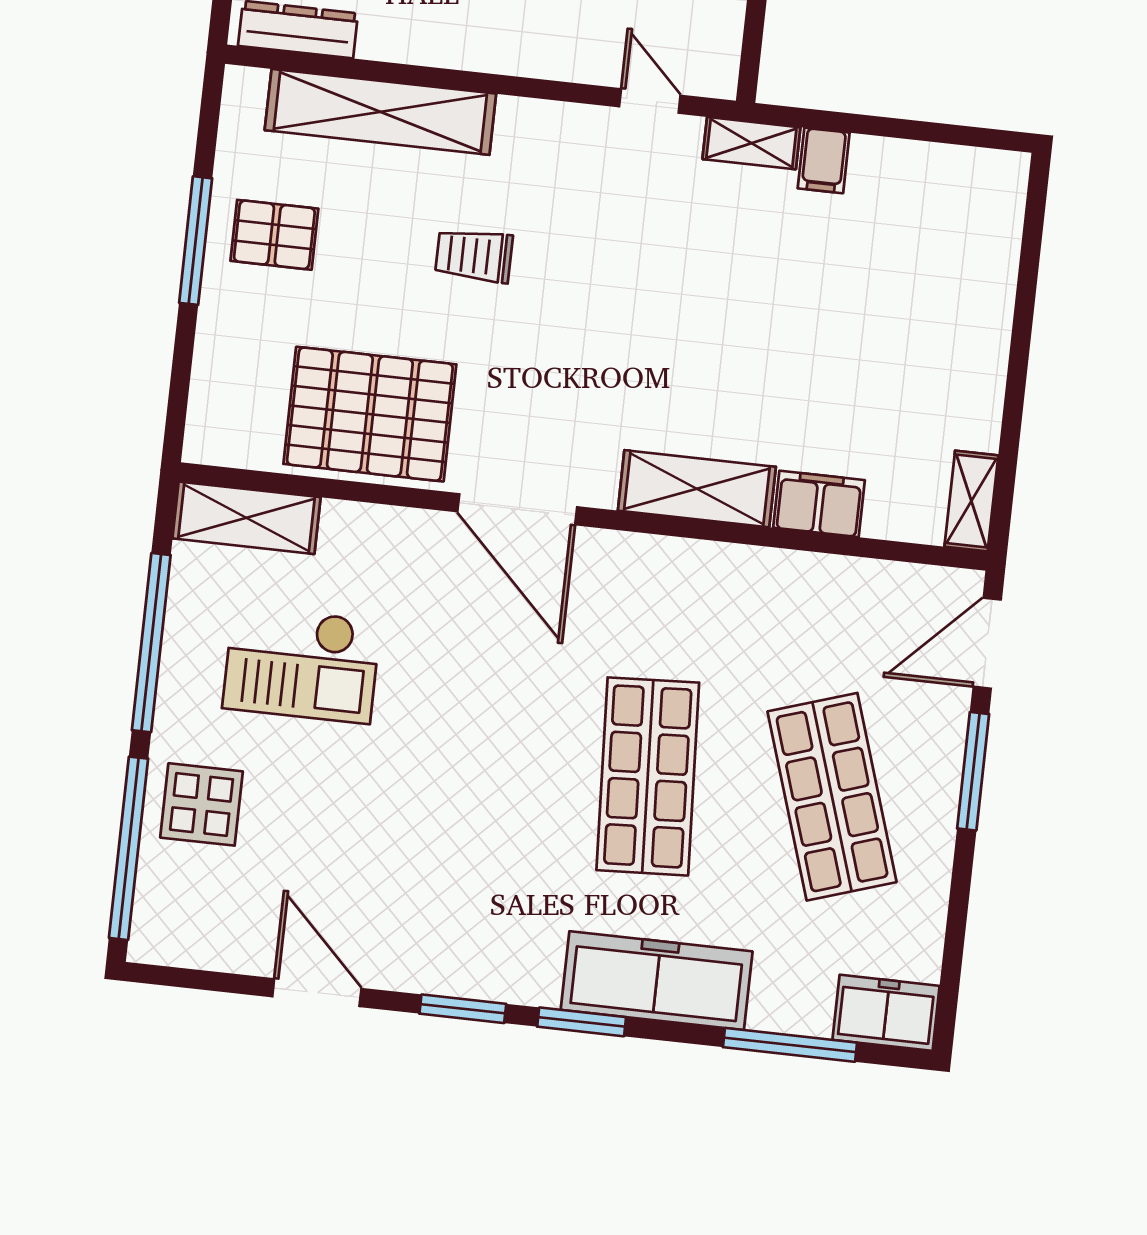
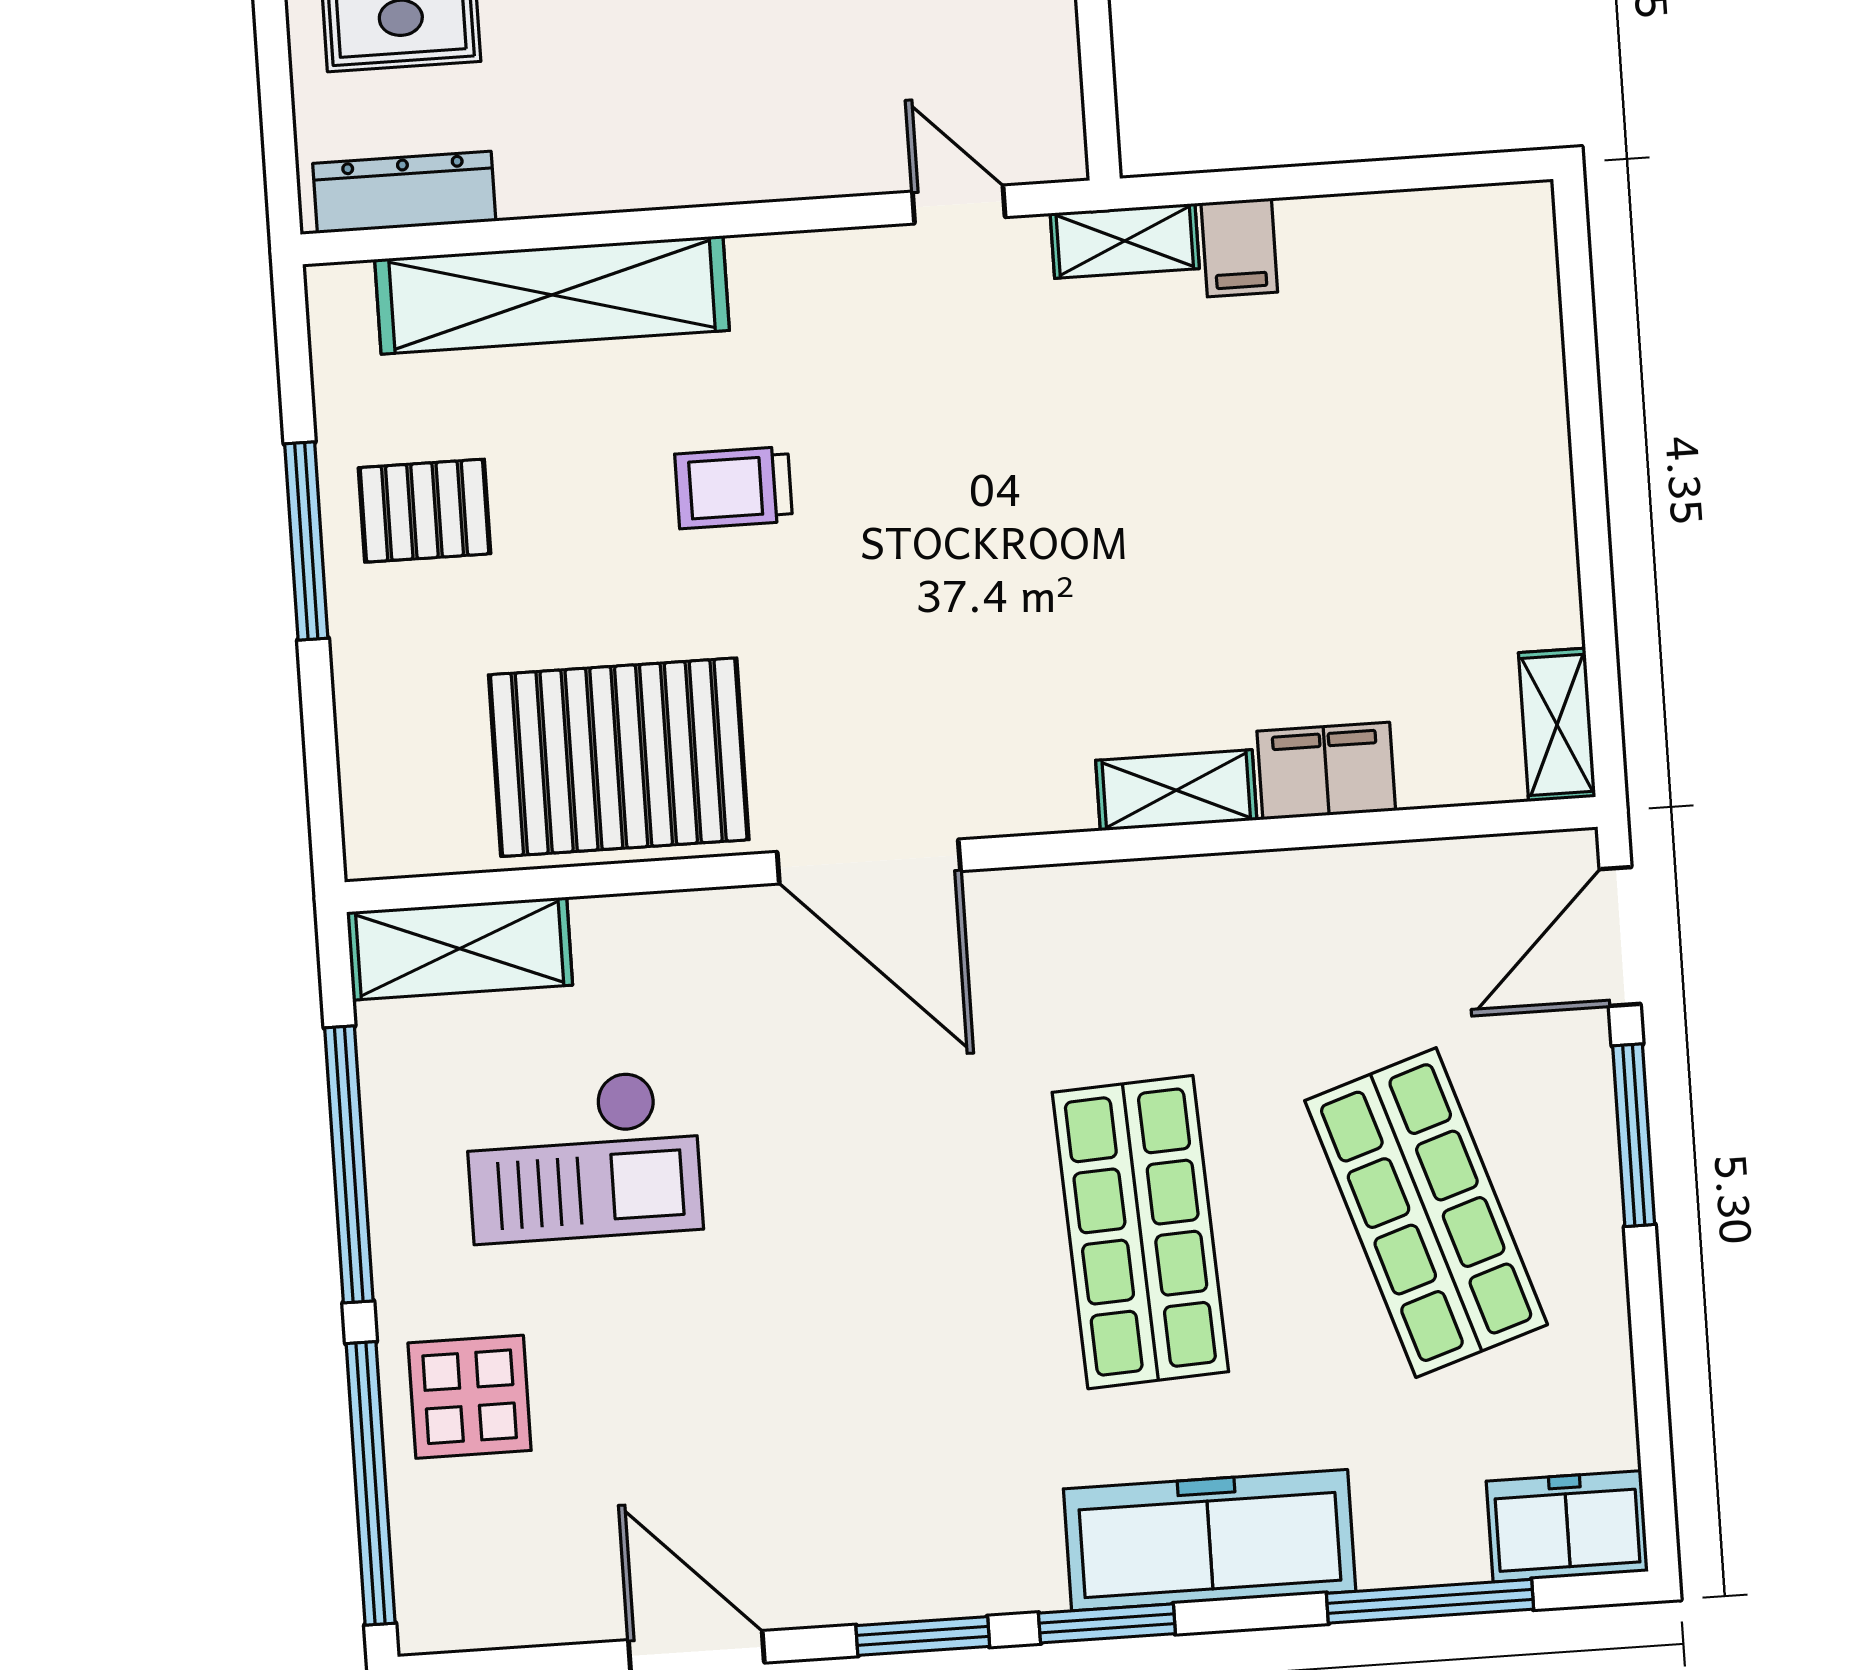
shelving: (697, 489) -> (1176, 790), width x0.67, depth x0.75

